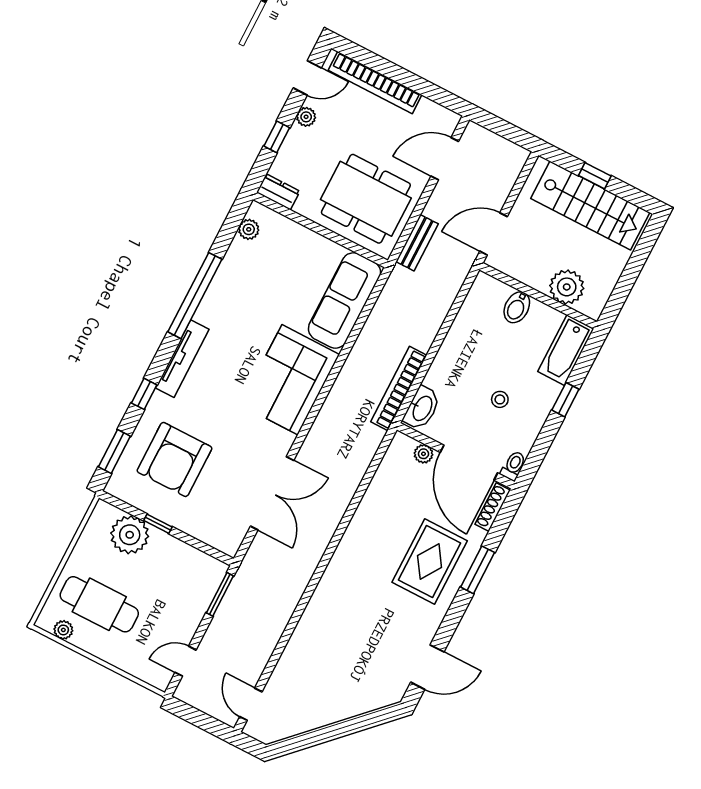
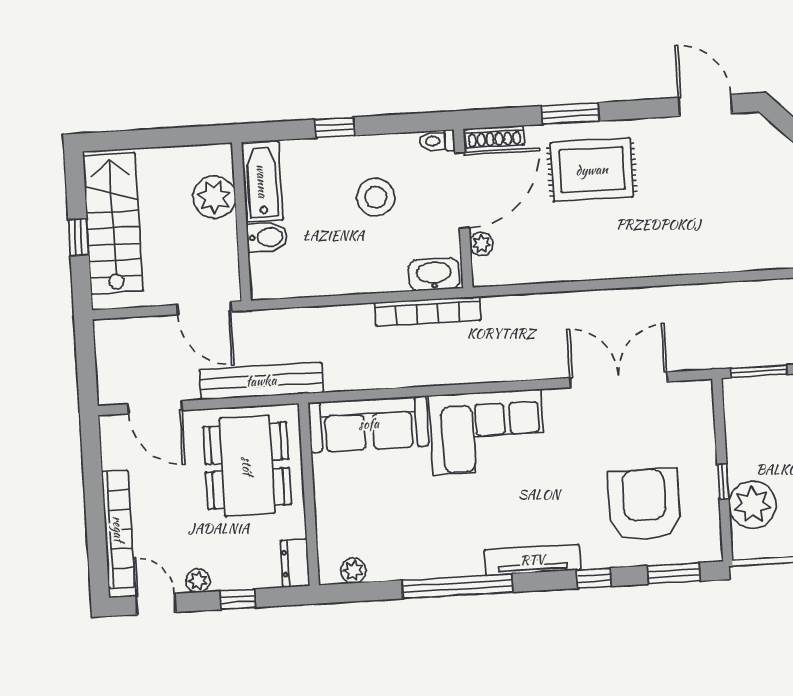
bench: (417, 243) -> (261, 381), width x1.86, depth x1.21
bathtub: (566, 350) -> (262, 181), moved, turned -90
stool: (500, 399) -> (376, 197), width x1.89, depth x1.89
armchair: (174, 459) -> (644, 505), turned -90

